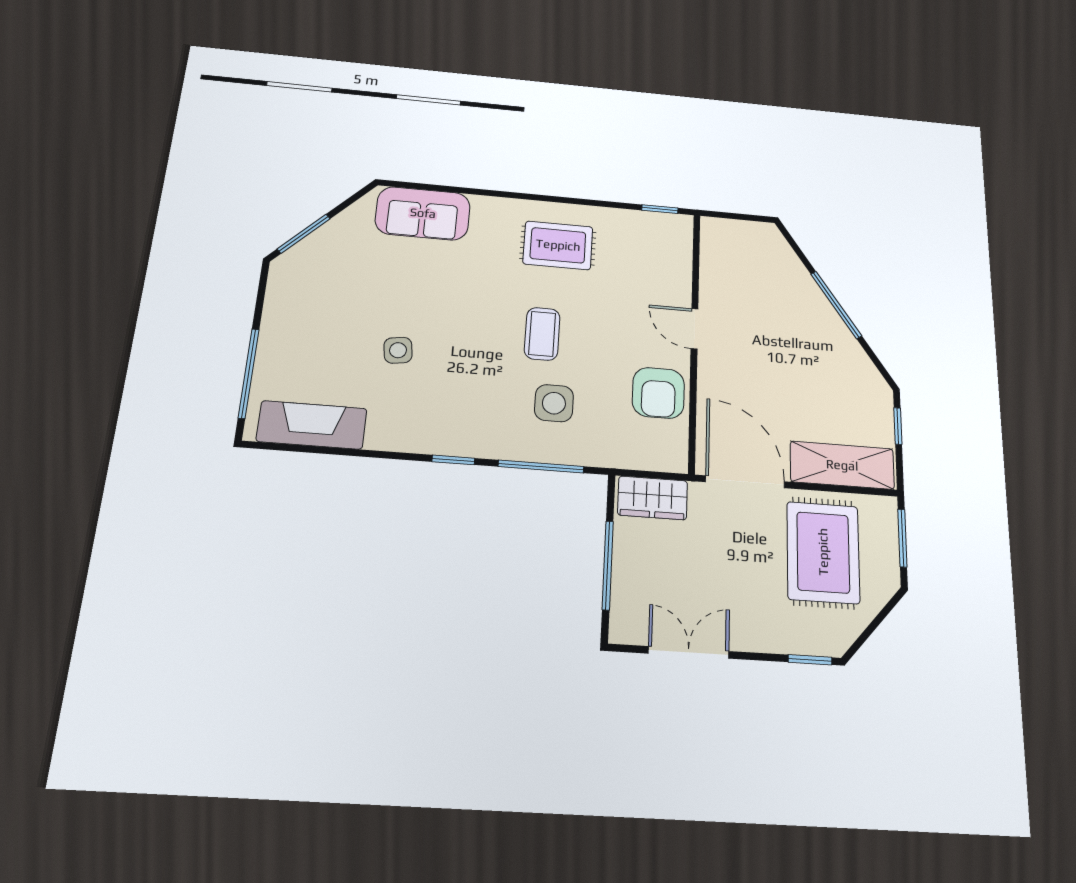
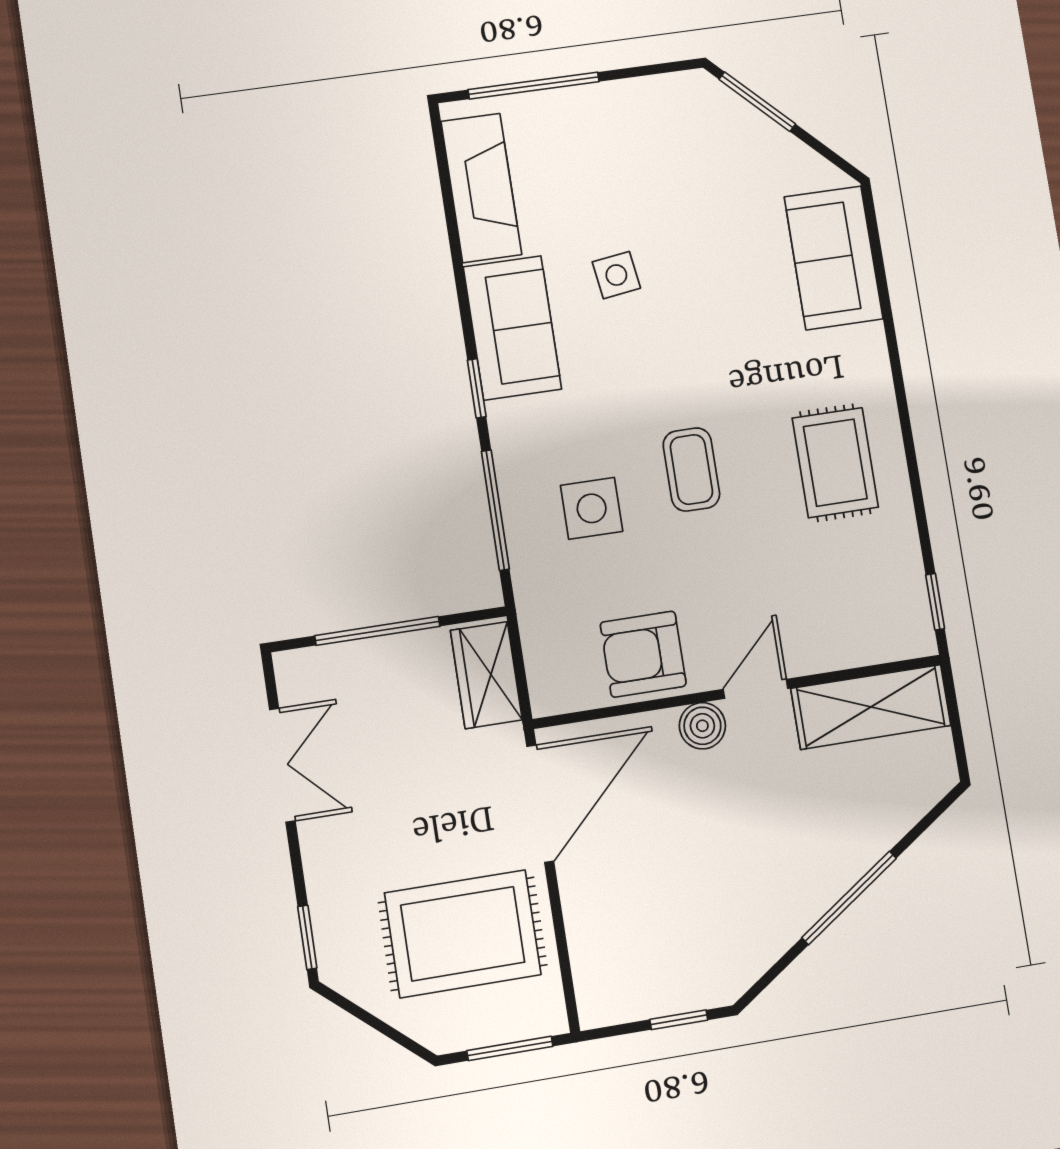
coffee table: (542, 334) -> (691, 470), turned 90
boiler: (712, 367) -> (702, 726), added
sofa: (417, 426) -> (512, 328), added
shelving: (842, 465) -> (871, 707), moved, turned 90

